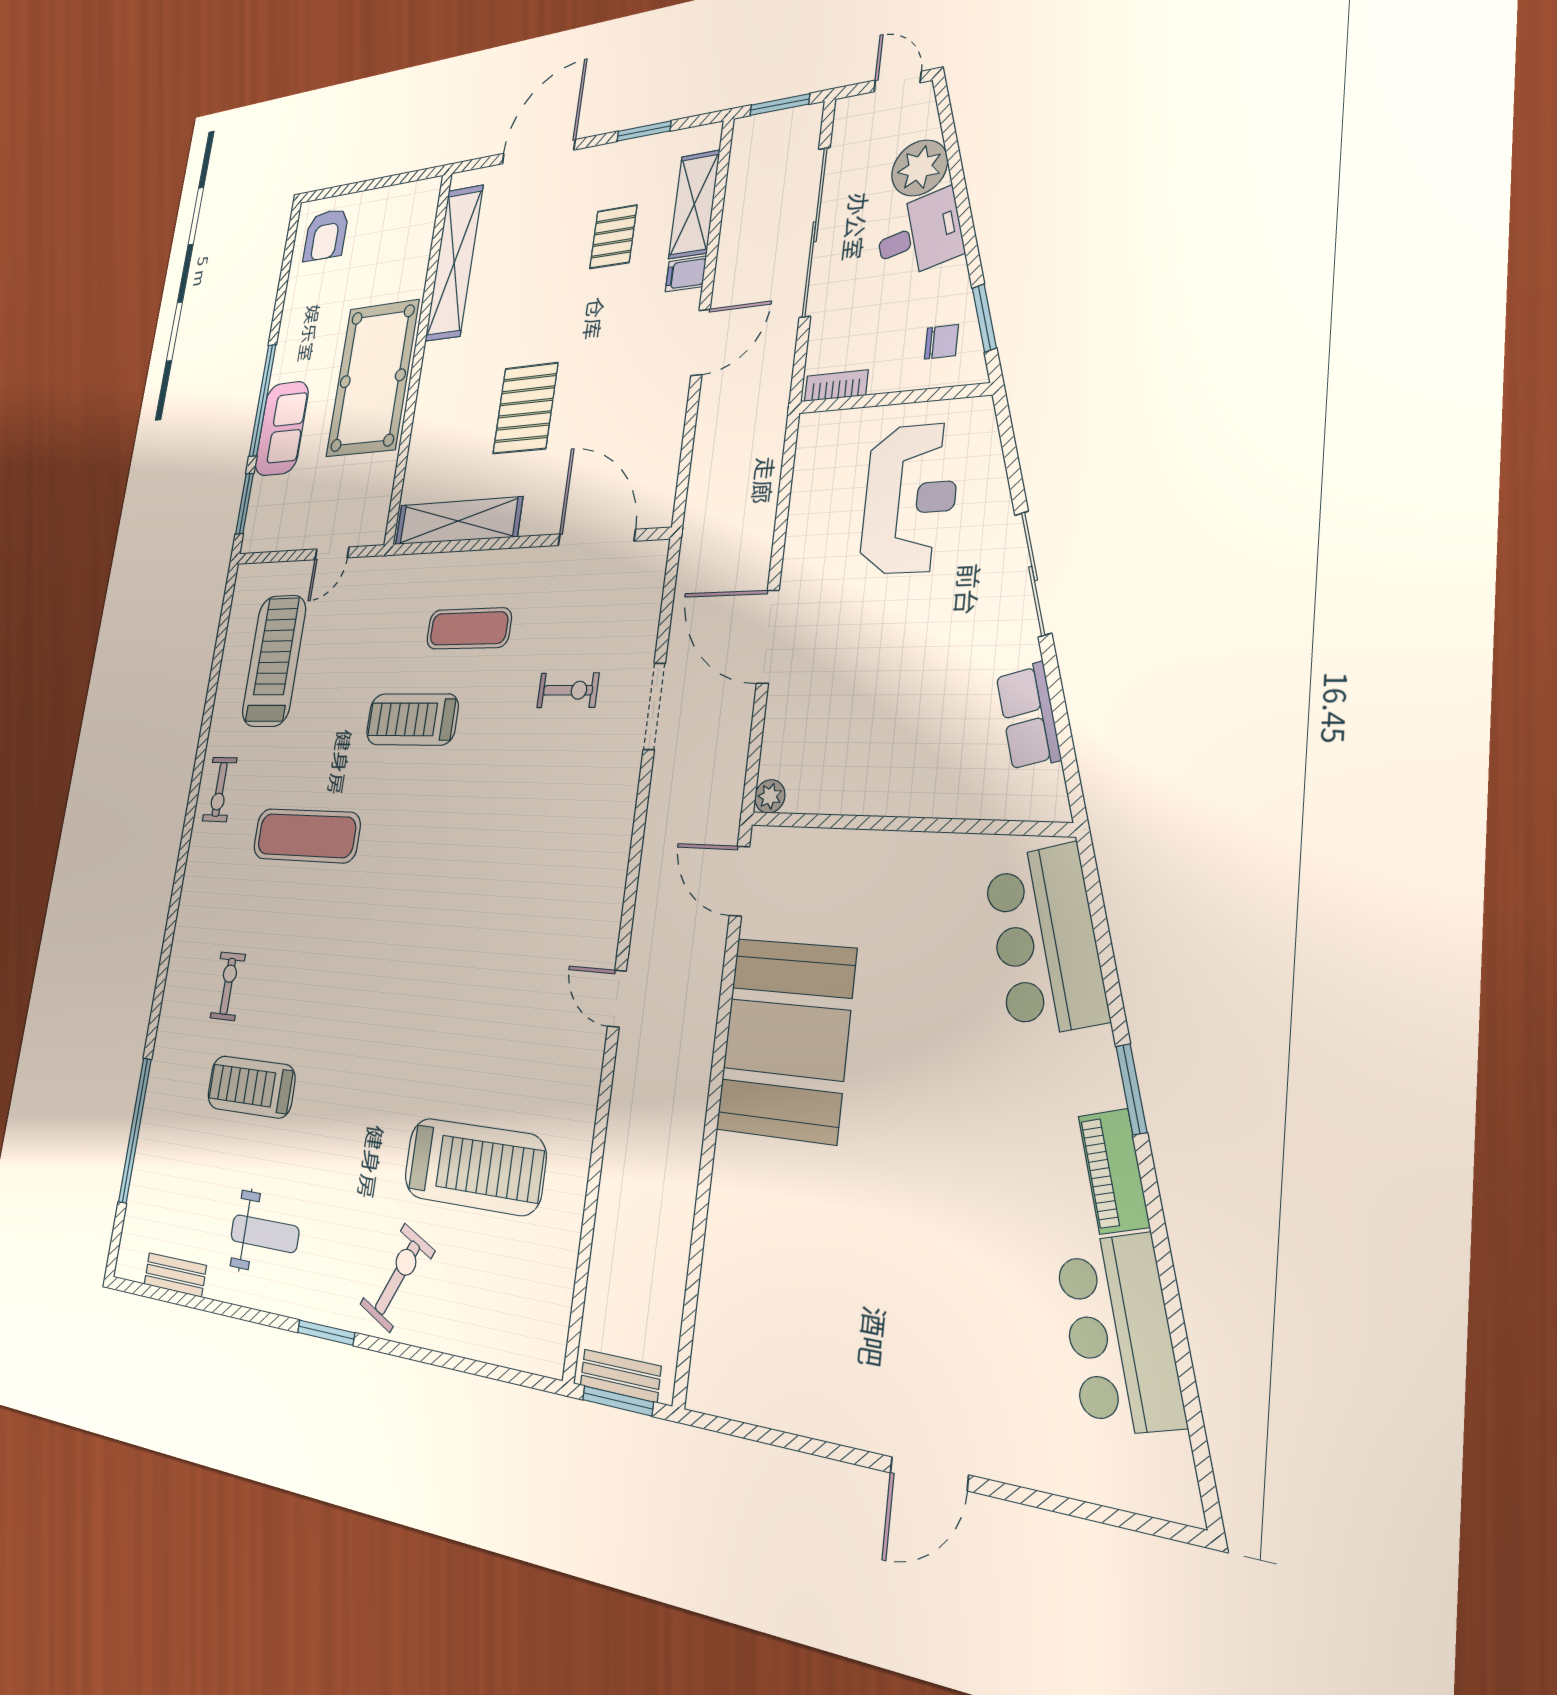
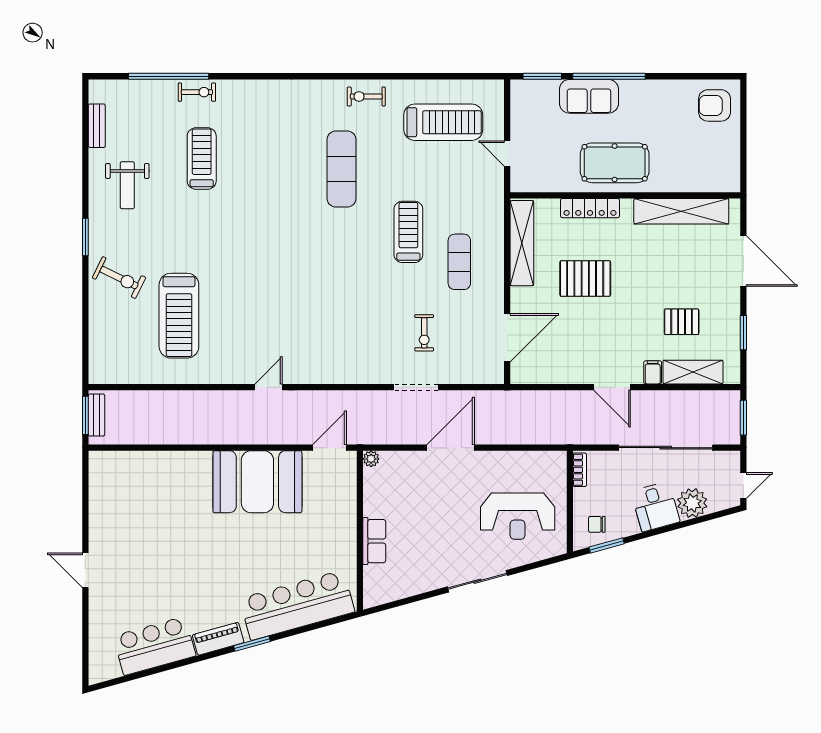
chair: (941, 342) -> (597, 524), turned 90
pool table: (373, 378) -> (615, 163), width x0.73, depth x0.76
locker: (427, 411) -> (590, 208), added
row of seats: (1028, 717) -> (374, 541), moved, turned 105
bar counter: (1045, 940) -> (297, 605), width x1.36
exercise bike: (228, 986) -> (197, 92), moved

